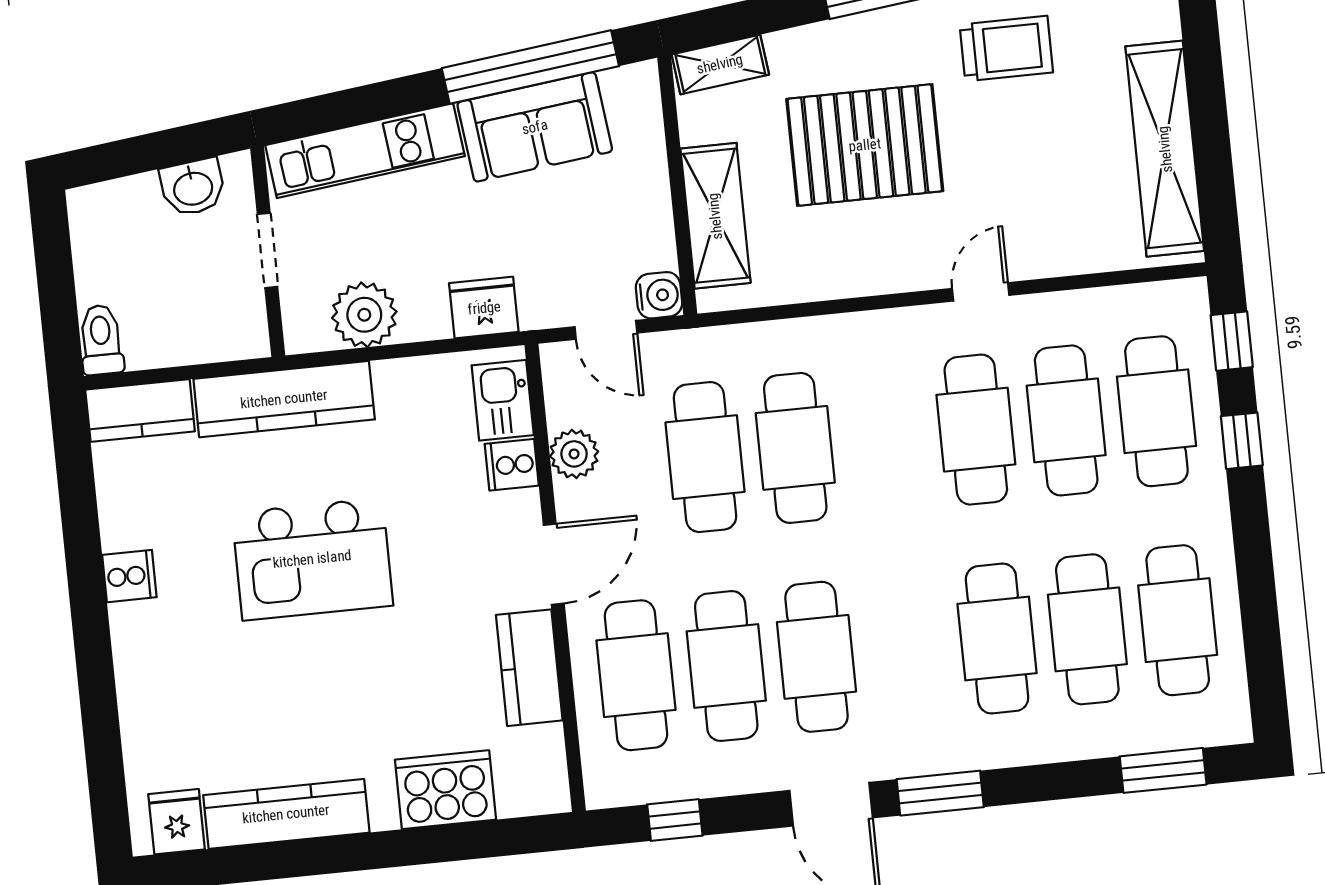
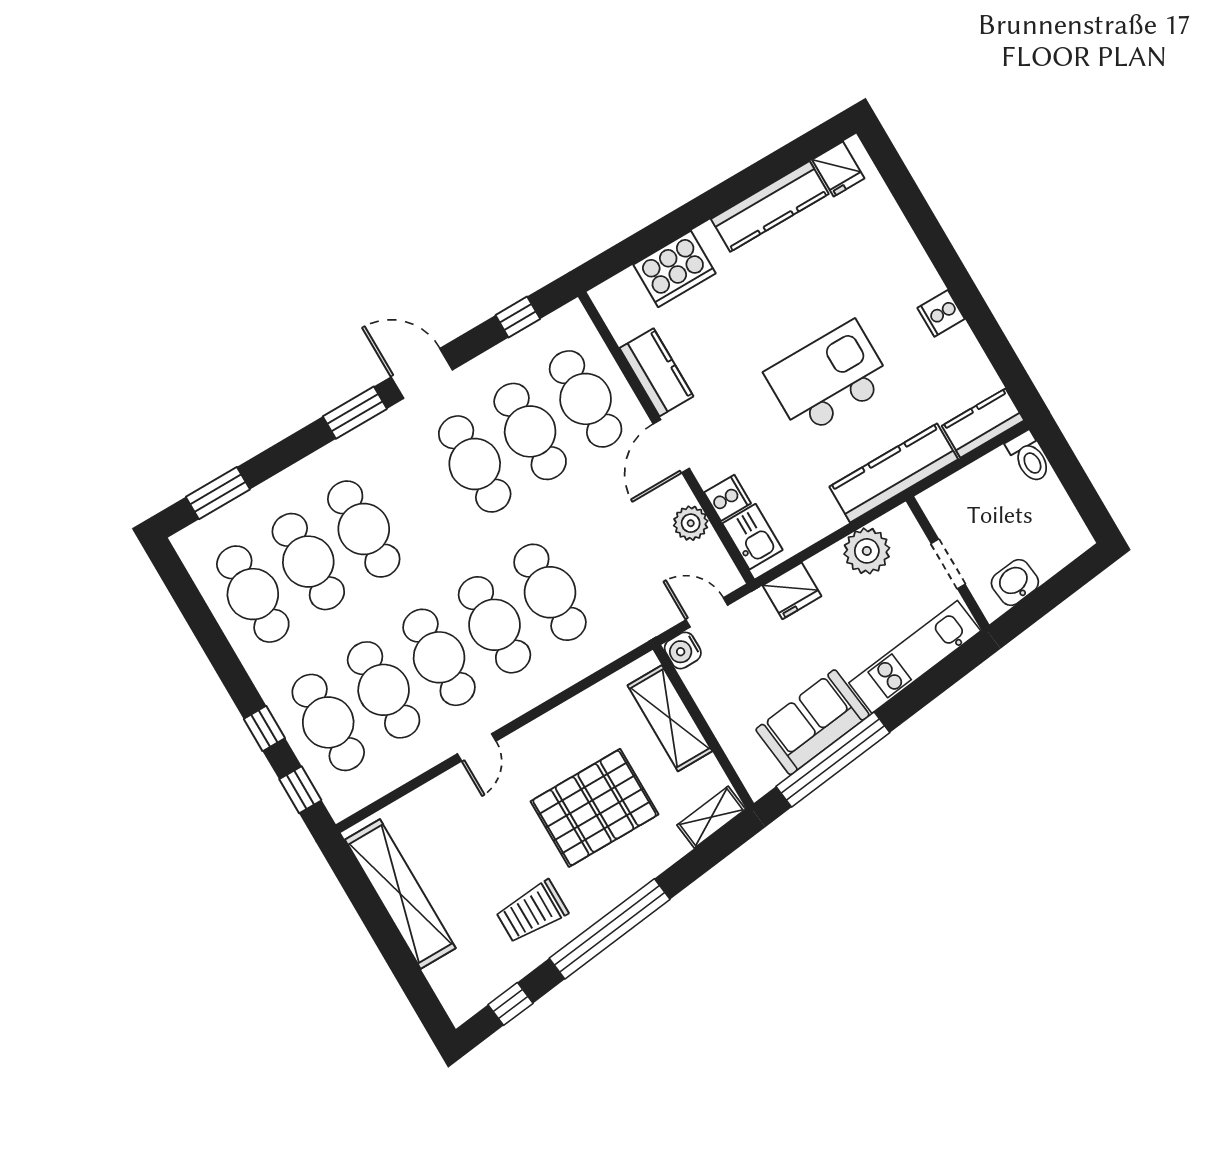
cafe table: (705, 457) -> (495, 625), moved

